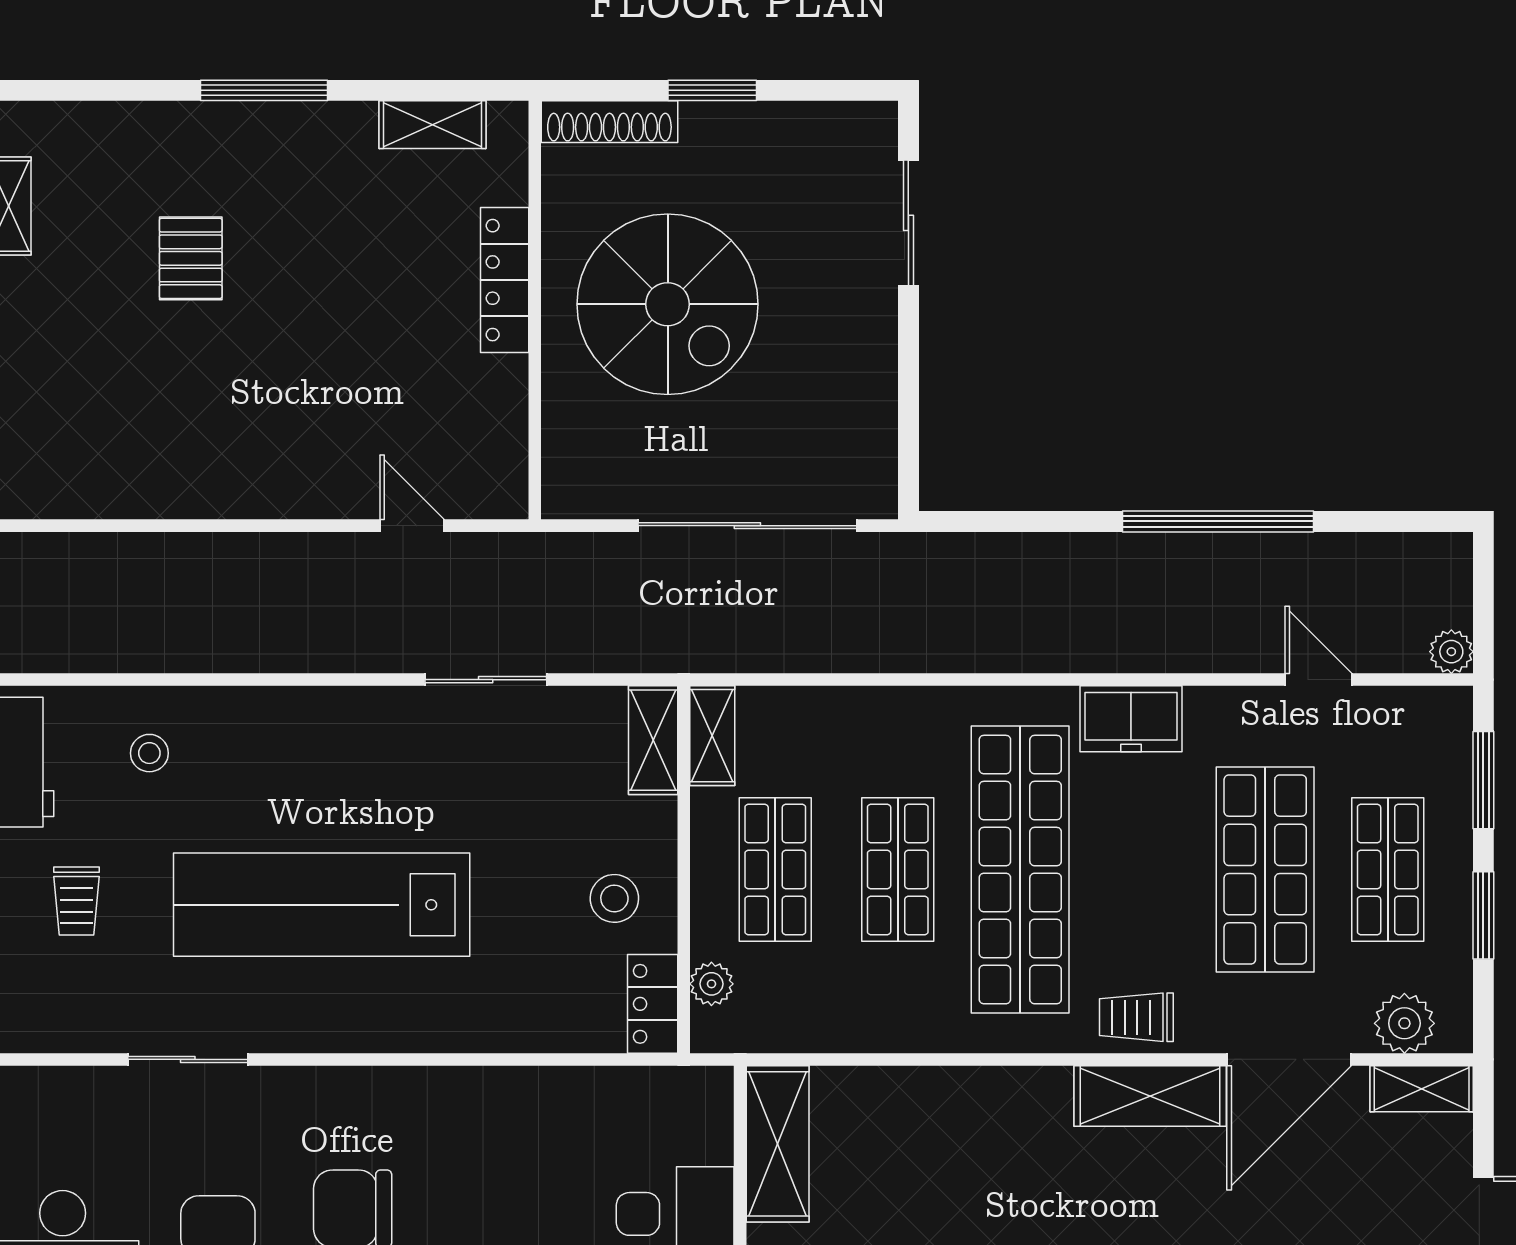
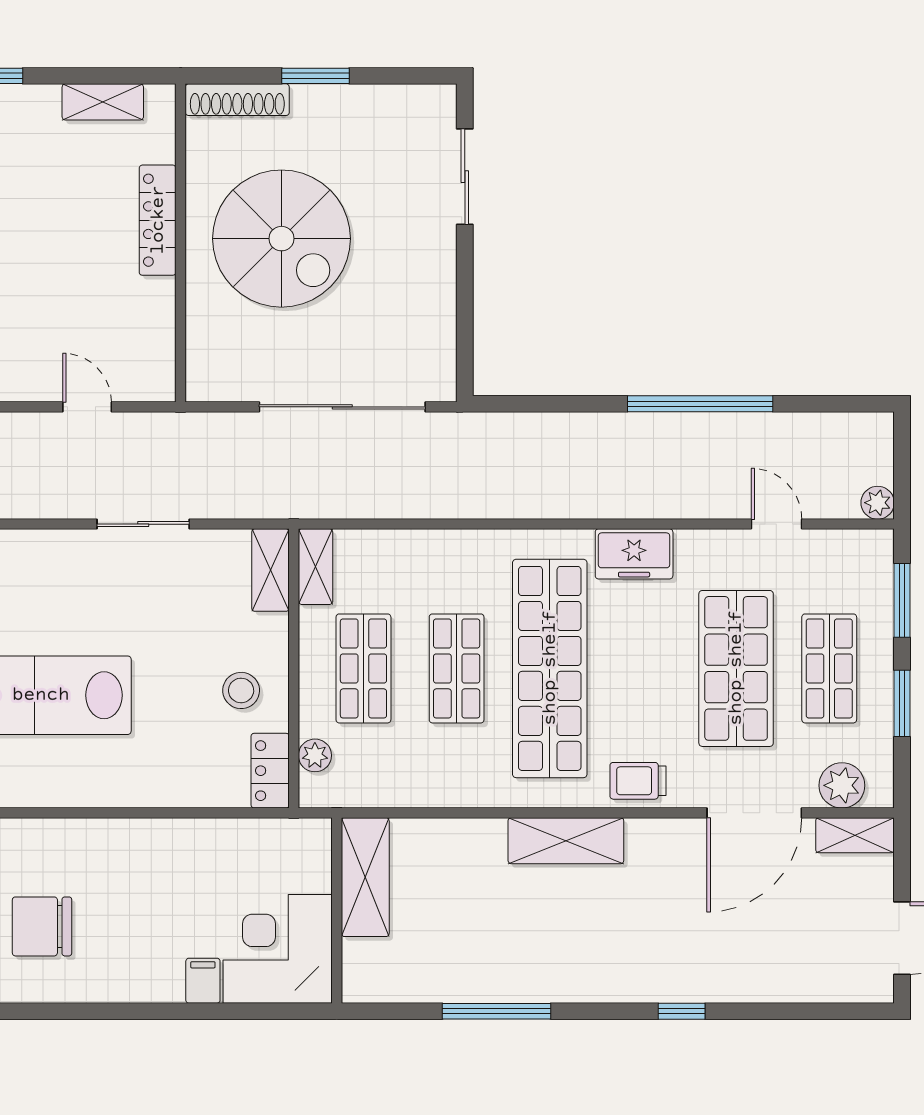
shelving: (1150, 1096) -> (566, 841), moved

